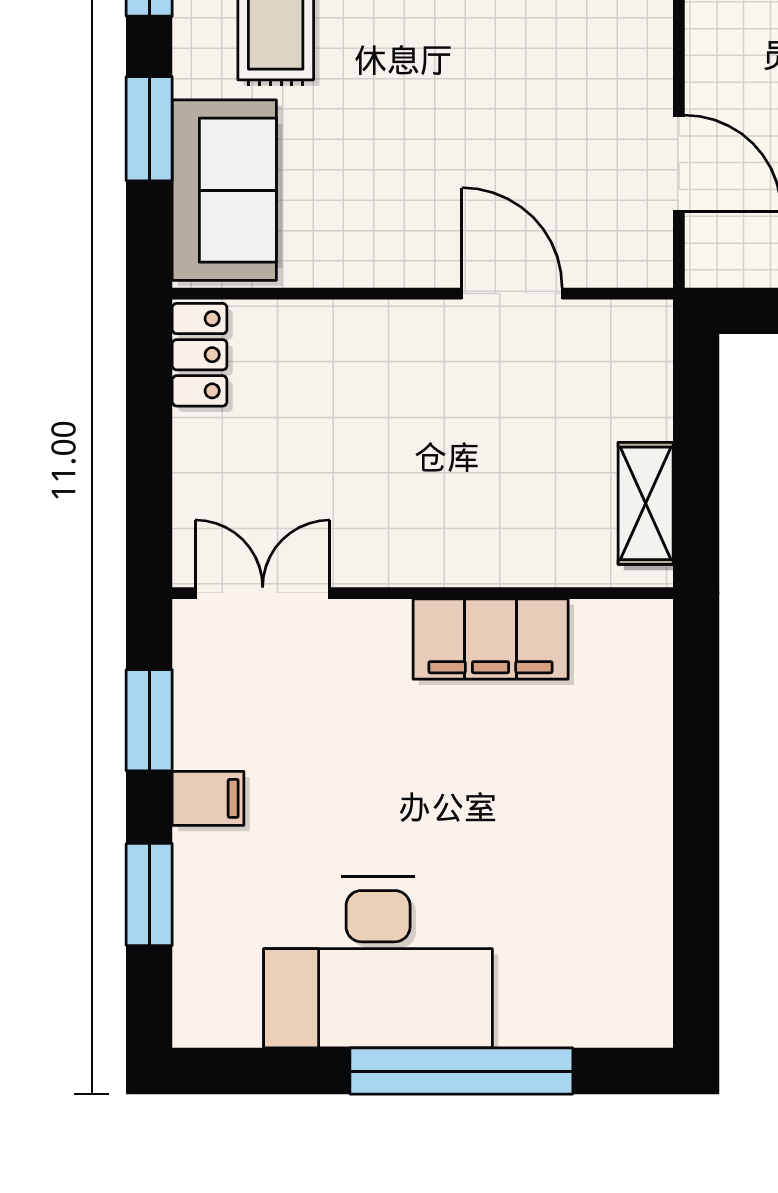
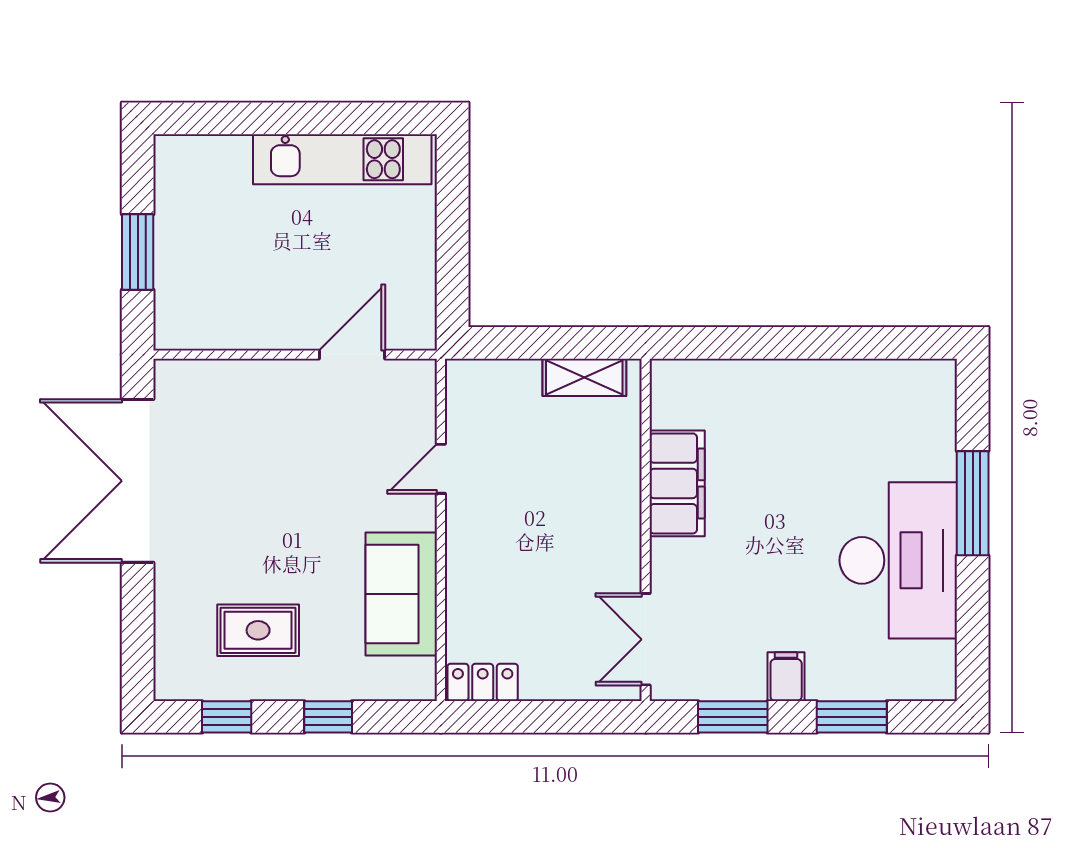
window: (149, 129) -> (328, 717), width x0.67
sofa: (224, 190) -> (401, 594), moved, turned -90
door: (512, 294) -> (441, 469), width x0.73
window: (461, 1071) -> (973, 503), width x0.68

